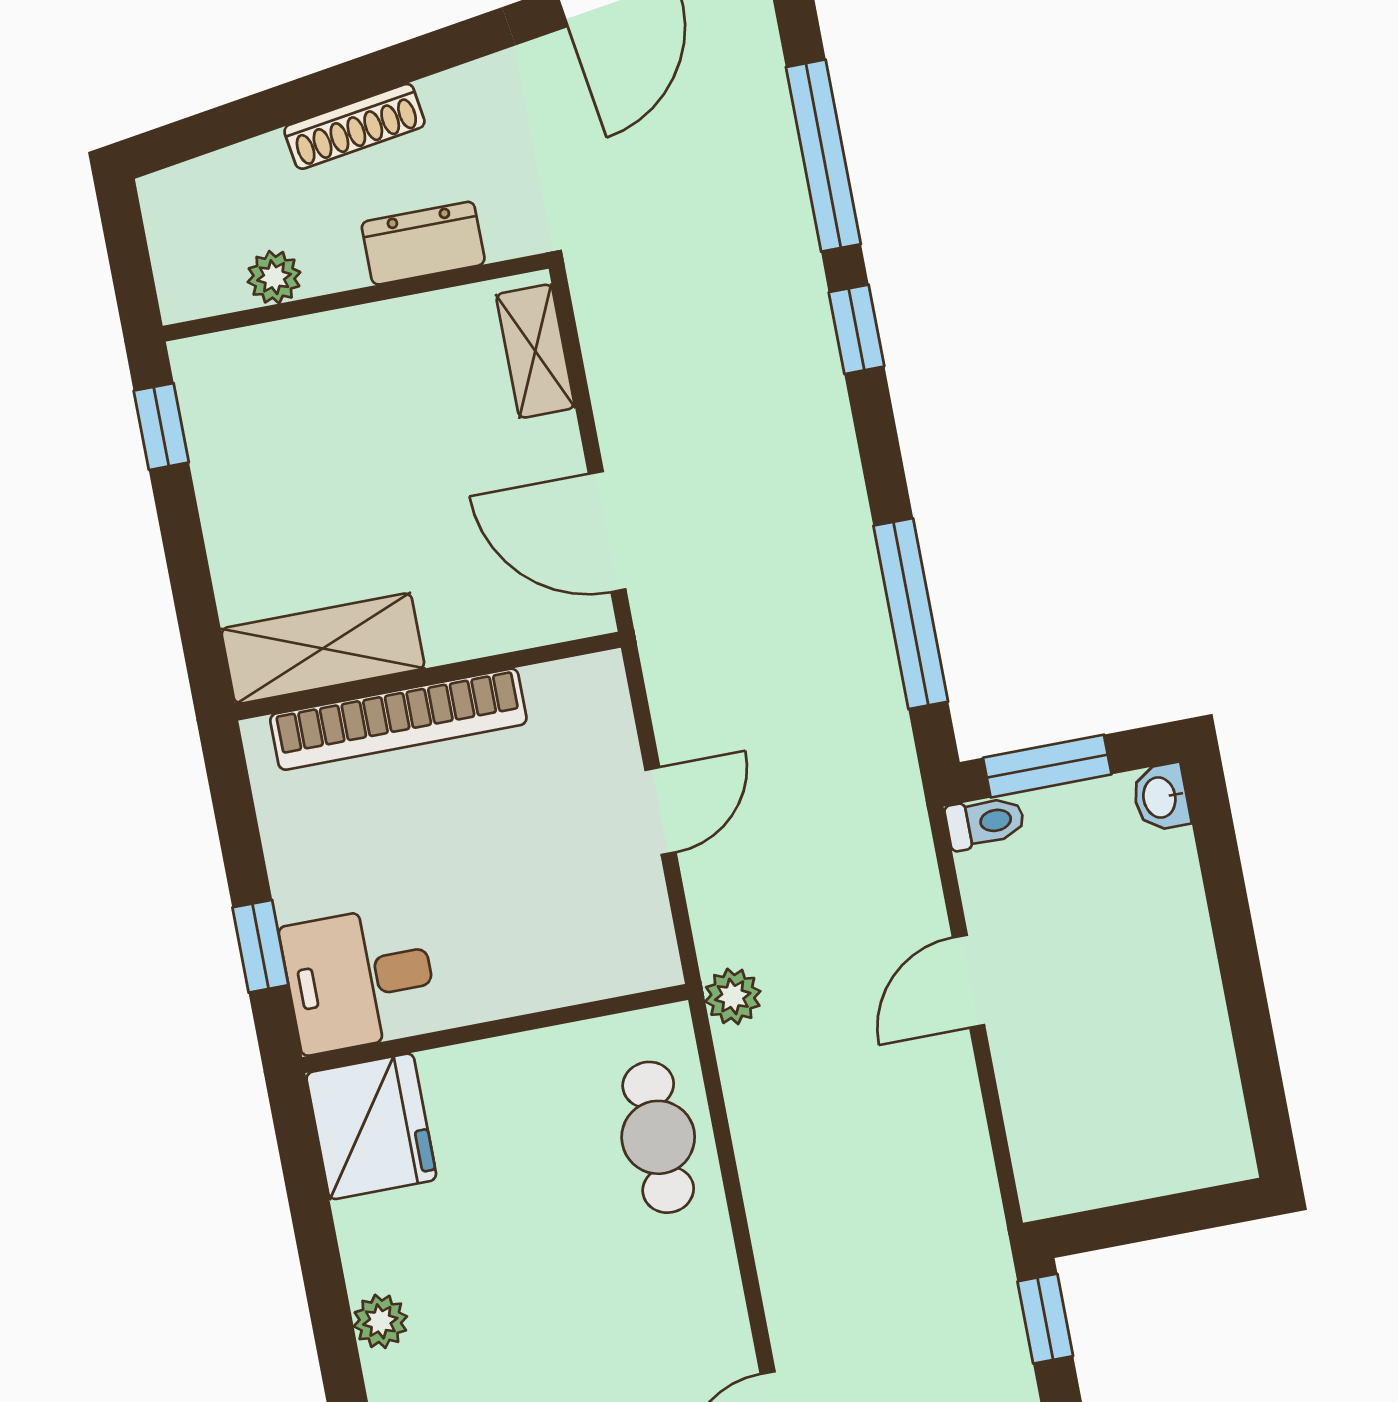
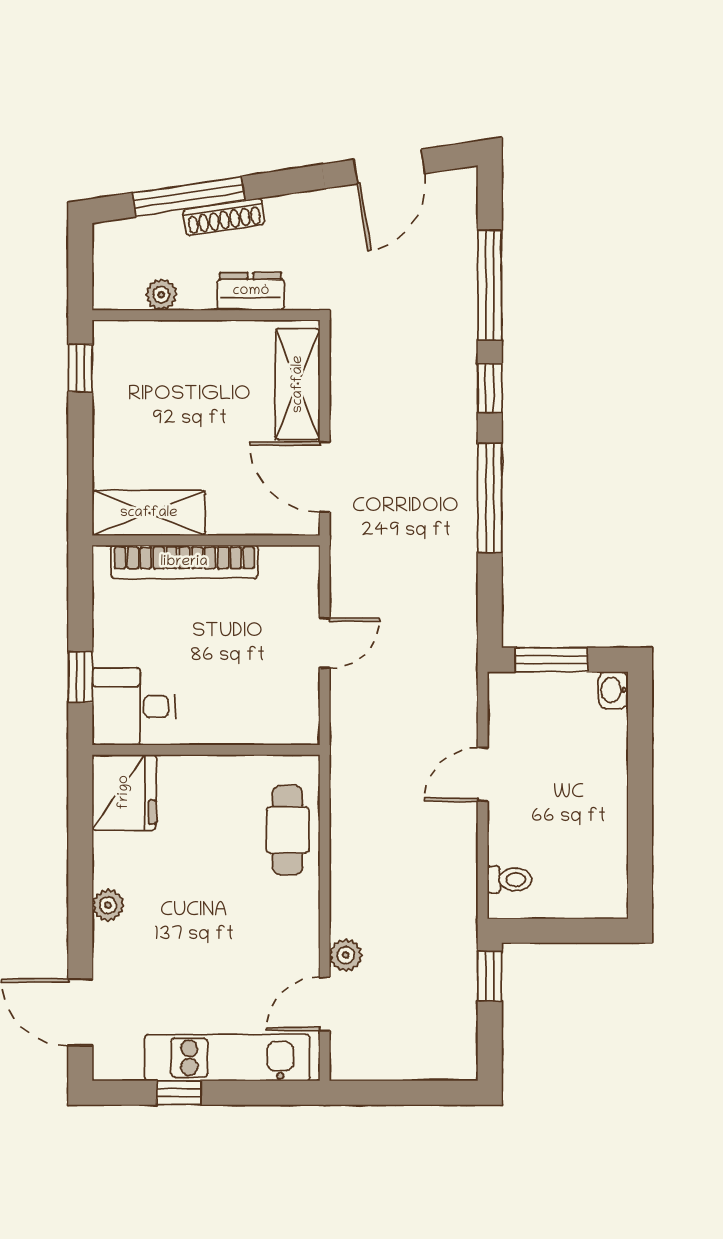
window: (288, 103) -> (189, 197), added
shelving: (535, 351) -> (298, 384), width x1.50, depth x1.33
window: (911, 614) -> (490, 498), moved
toilet: (985, 822) -> (510, 880), moved
plant: (733, 996) -> (346, 955), moved

